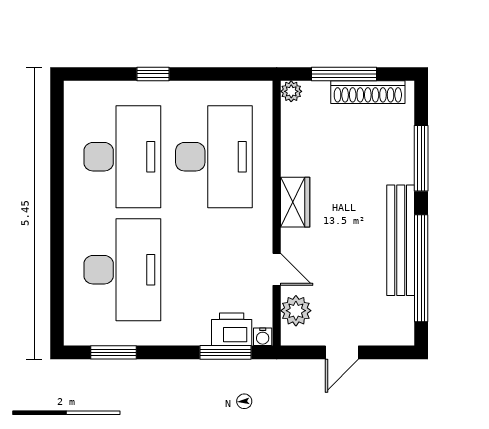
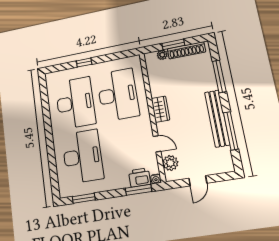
window: (344, 74) -> (173, 44), width x0.69
plant: (291, 91) -> (162, 55), moved
window: (421, 268) -> (231, 131), width x0.68

